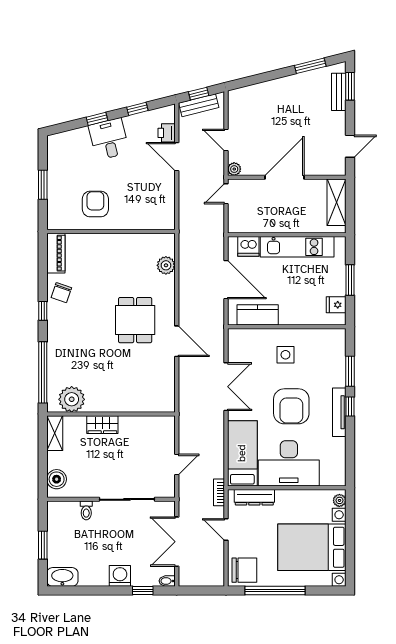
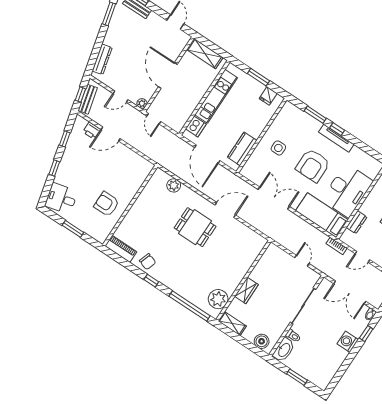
dresser: (254, 92) -> (102, 59), added
desk: (109, 139) -> (61, 198), moved
door: (226, 280) -> (207, 154), swing flipped
armchair: (291, 406) -> (313, 165), turned 90
dresser: (254, 497) -> (357, 222), width x0.70
washbasin: (62, 577) -> (284, 350), moved, turned 180

